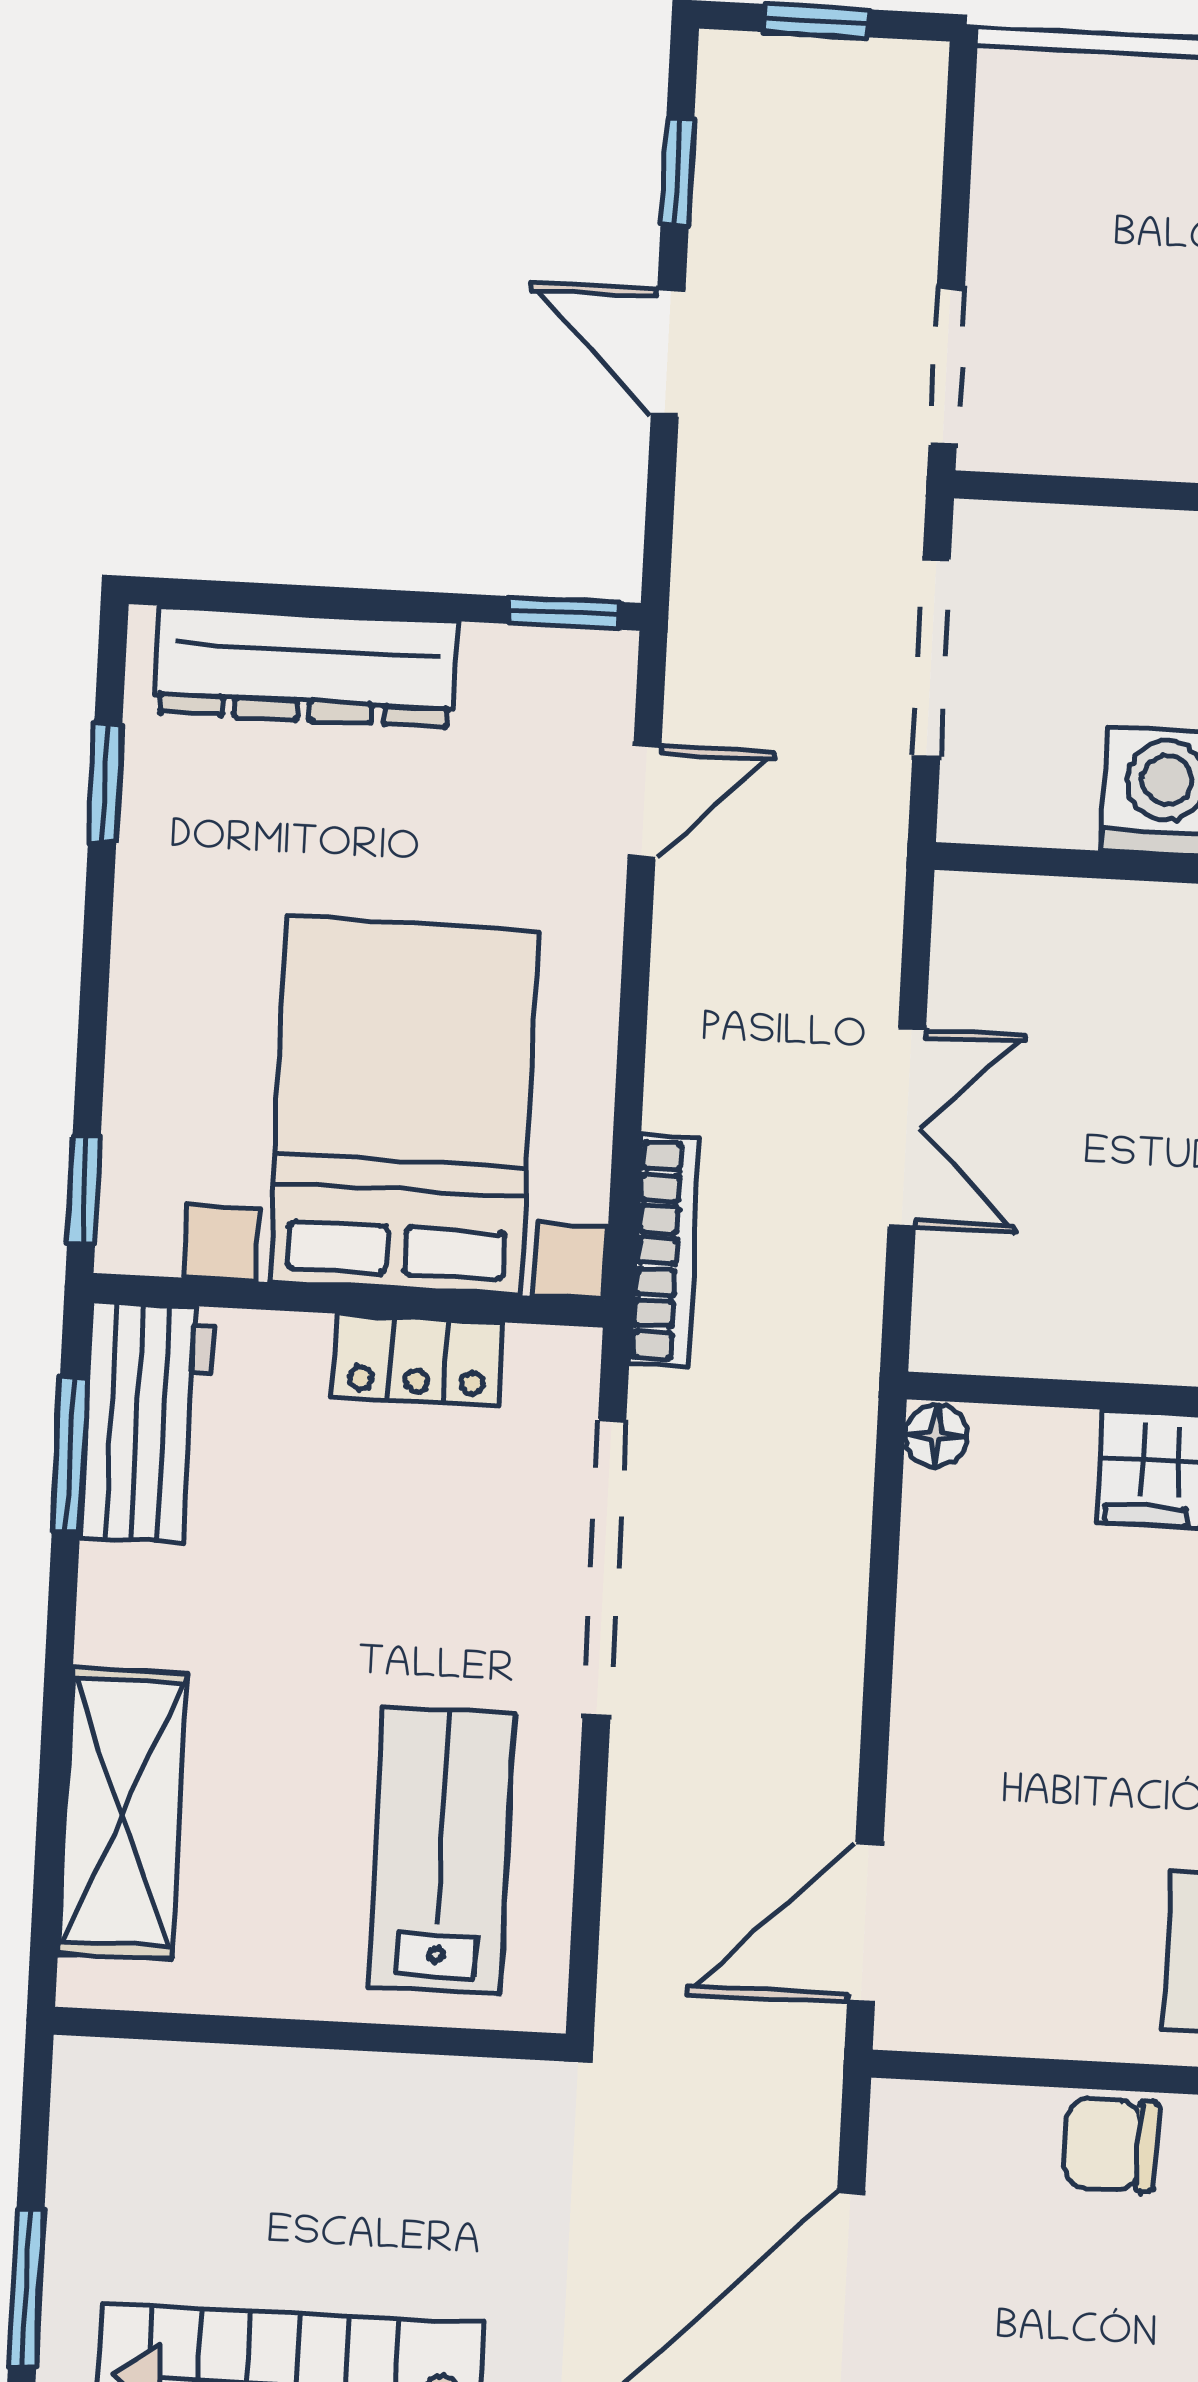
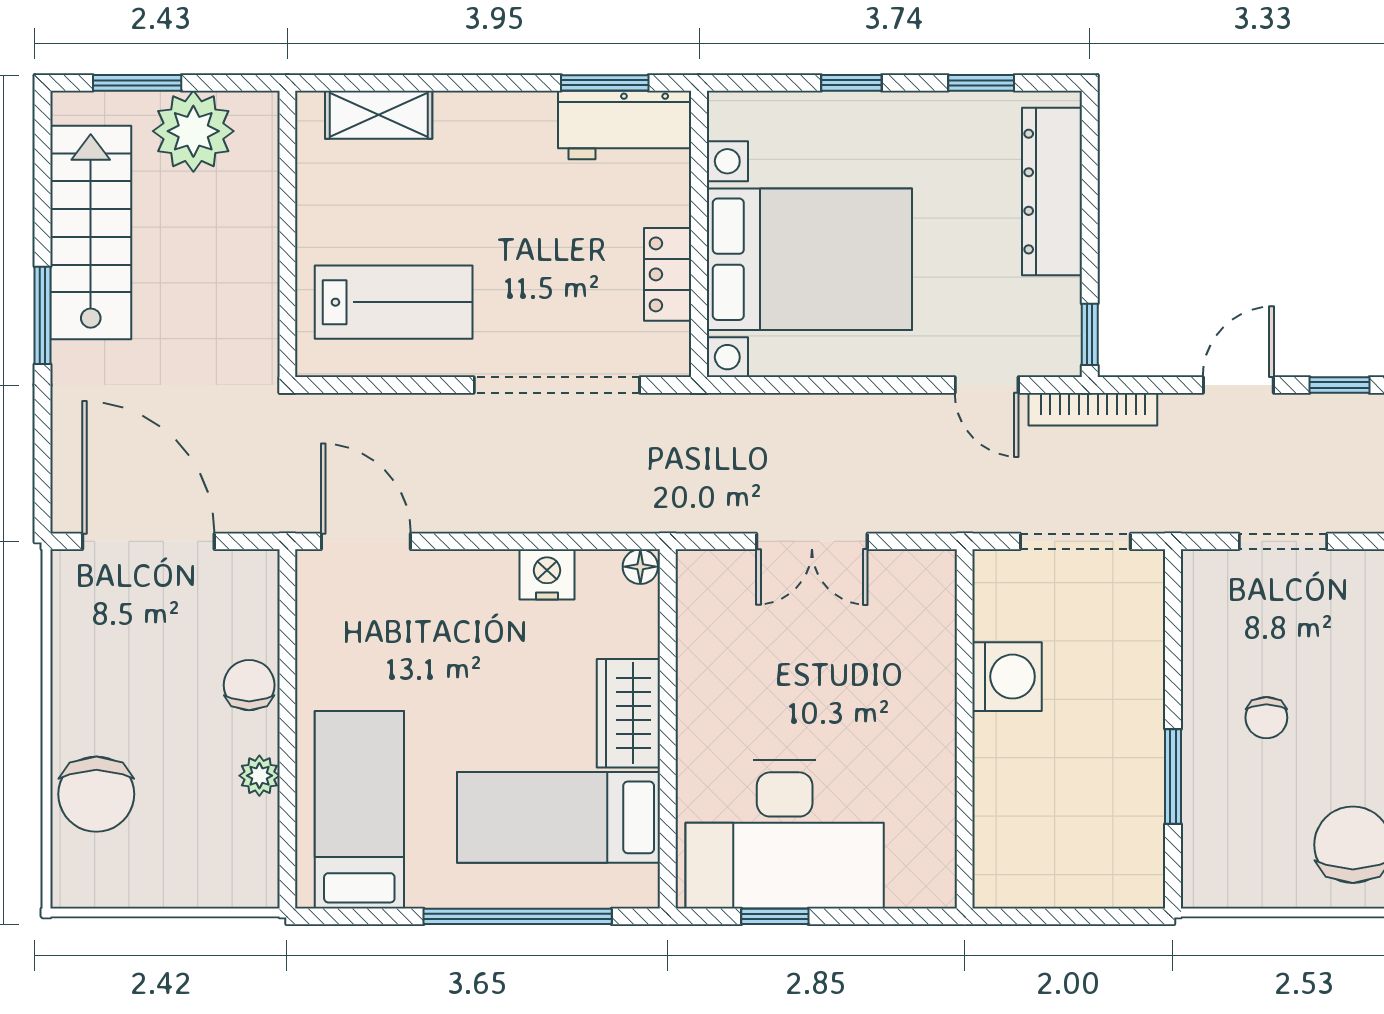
doorway: (947, 367) -> (1283, 541), moved
window: (84, 1191) -> (851, 83), moved
bookcase: (664, 1251) -> (1093, 409), moved
nightstand: (941, 1603) -> (547, 574), added
shelving: (122, 1813) -> (379, 115), width x0.67, depth x0.75
plant: (118, 2192) -> (193, 131), added

